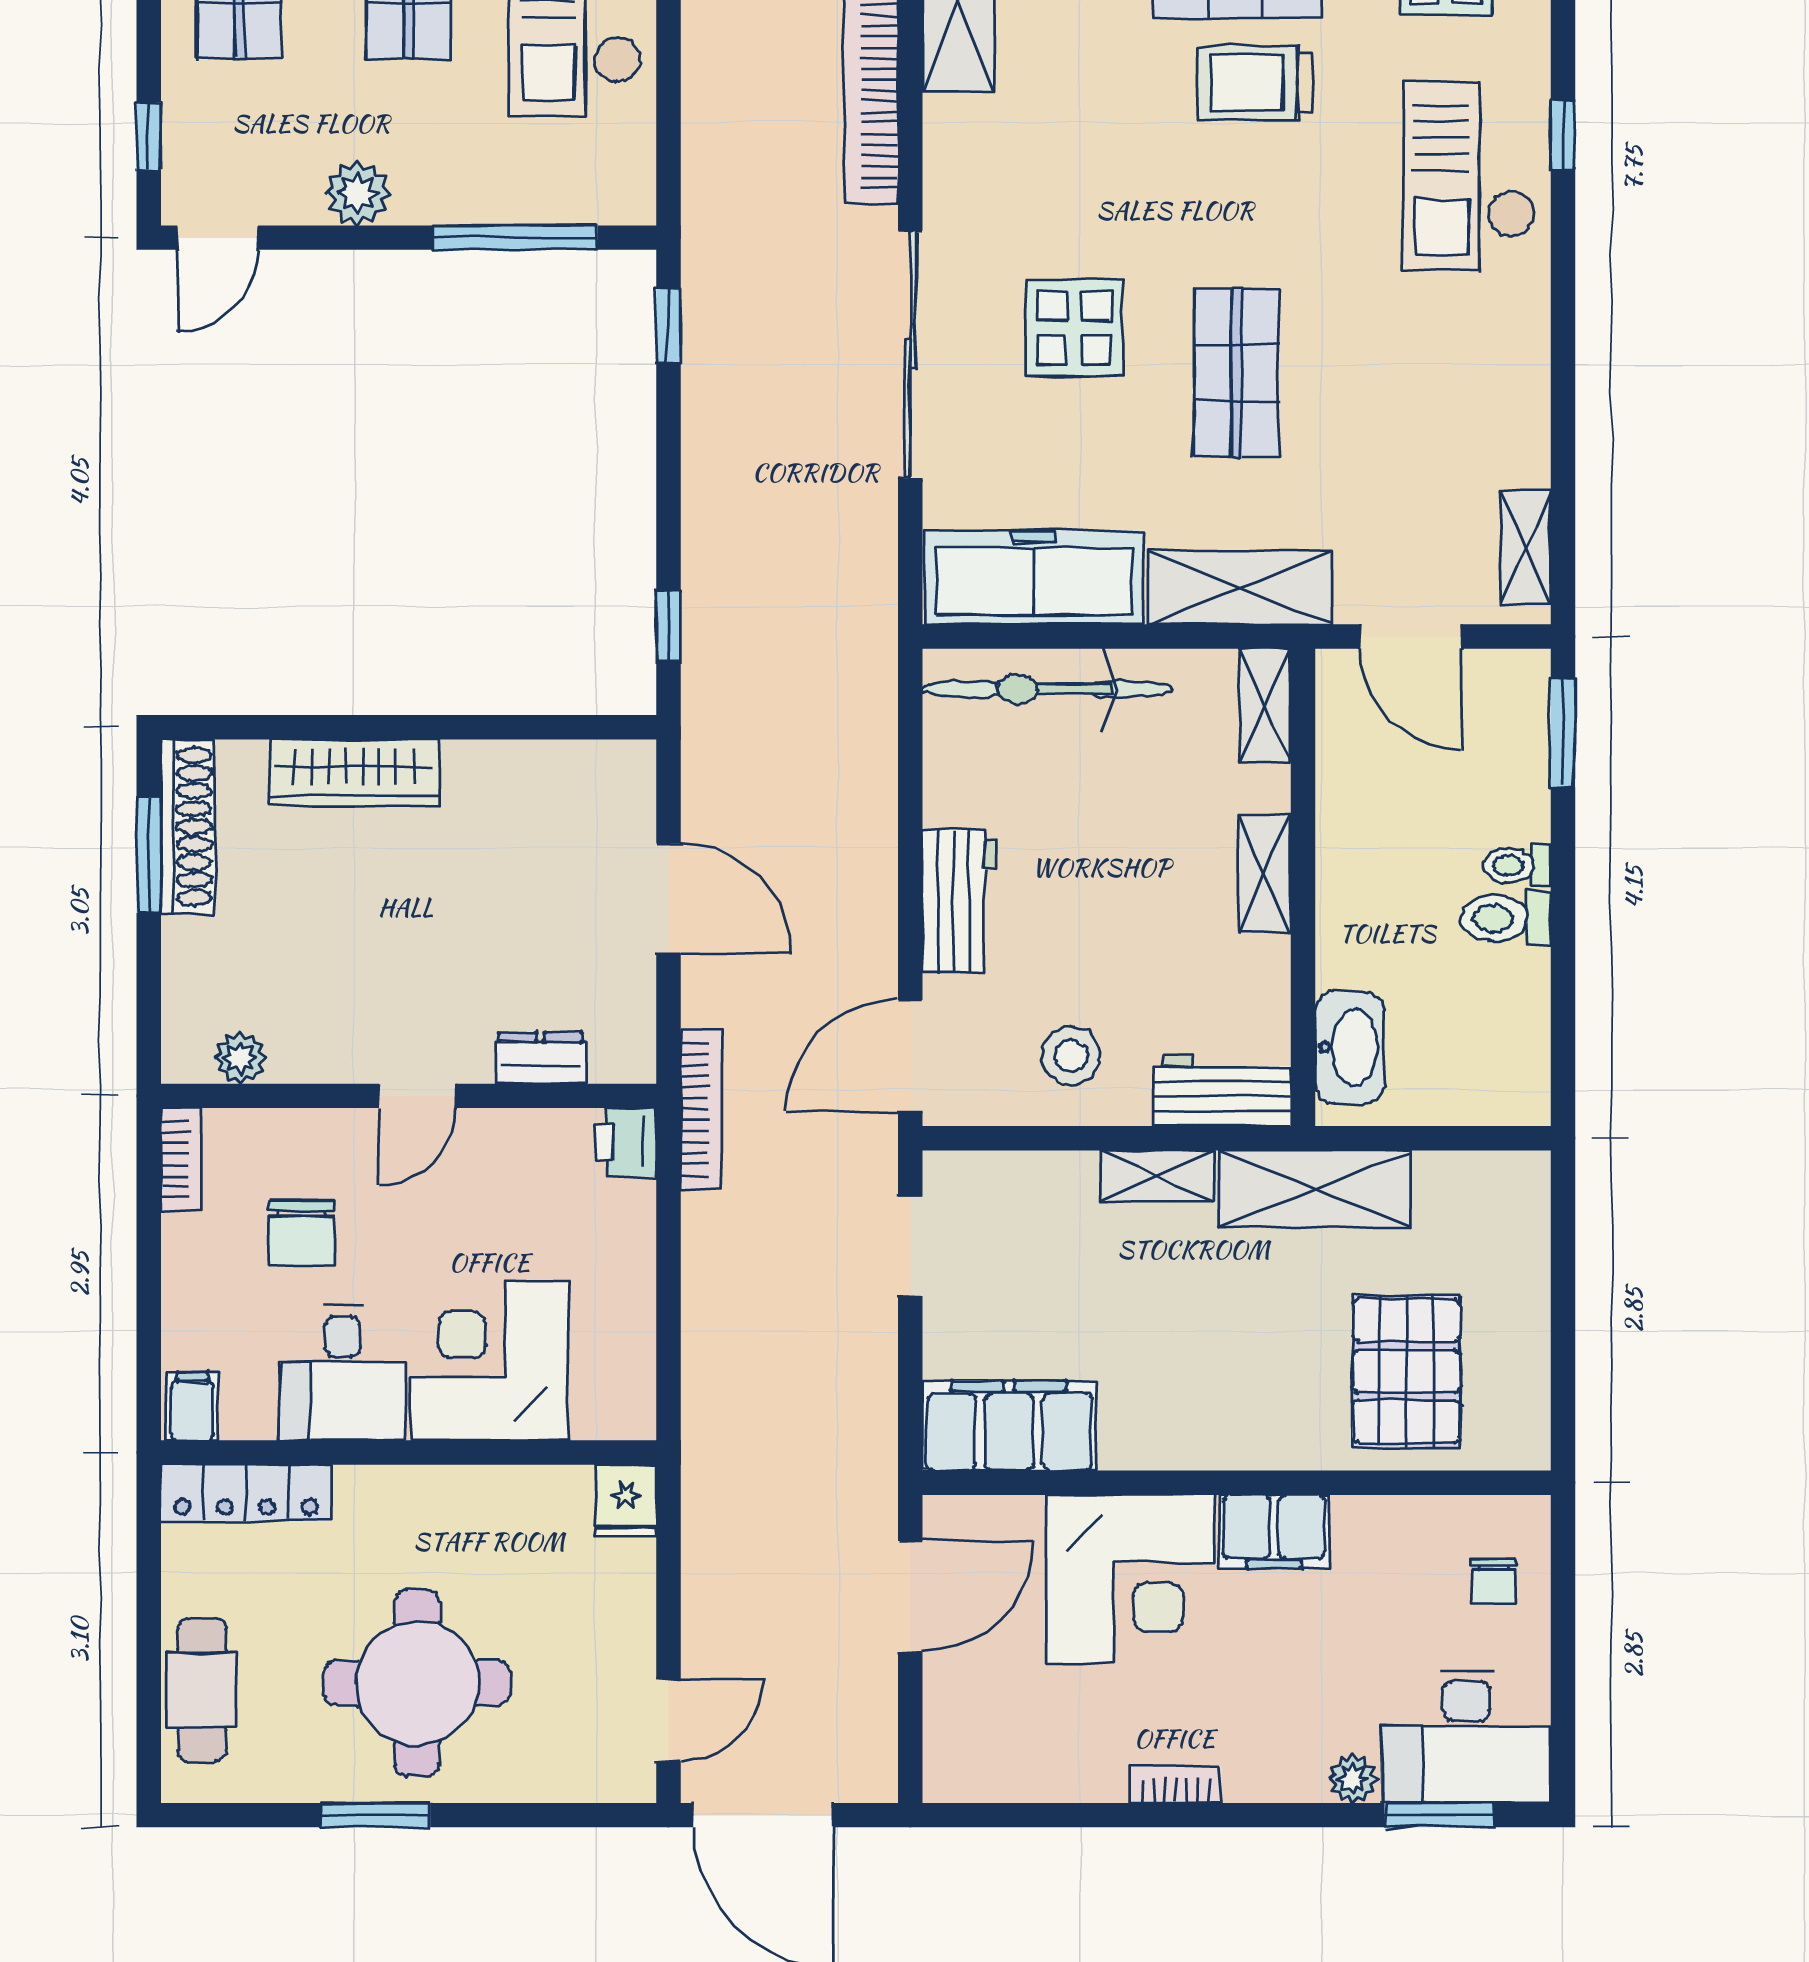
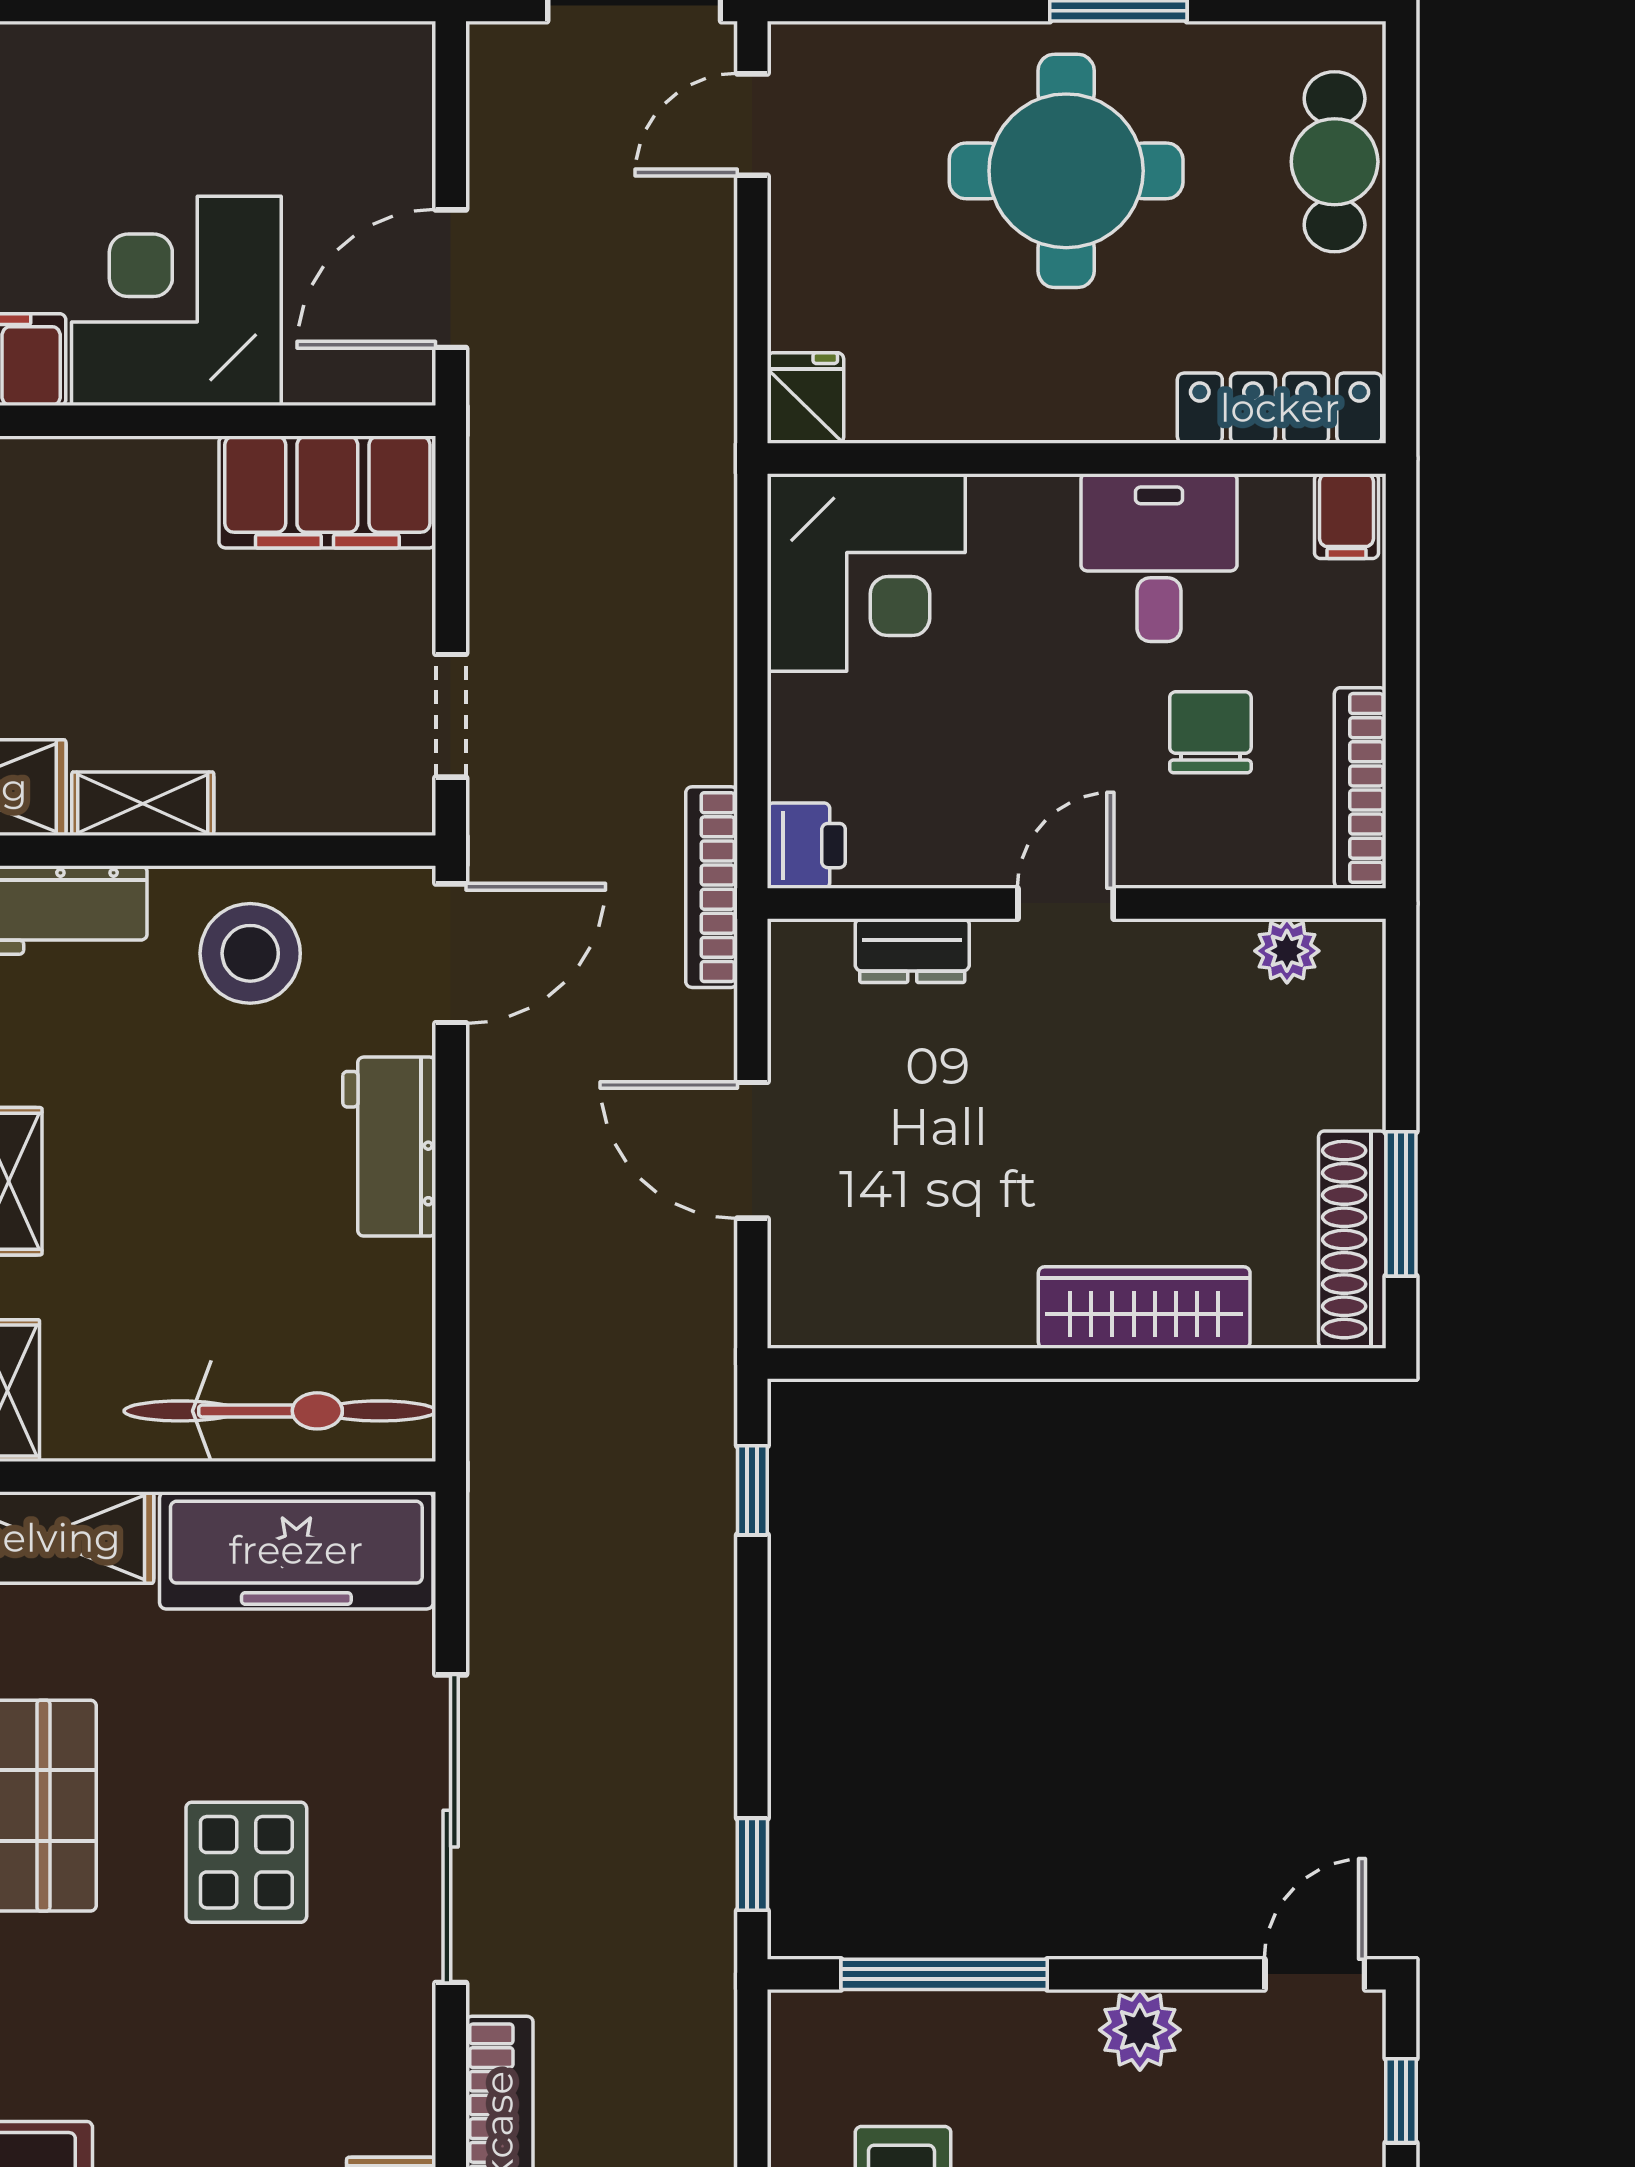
stool: (1071, 1056) -> (250, 953), width x1.38, depth x1.38
bookcase: (181, 1159) -> (1360, 788), width x1.56
corner desk: (489, 1361) -> (866, 572), moved
bookcase: (1176, 1785) -> (119, 44), removed

